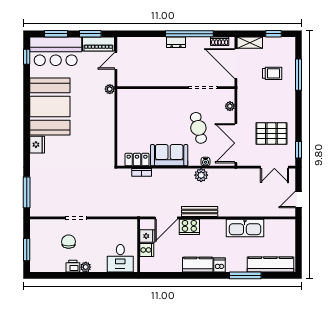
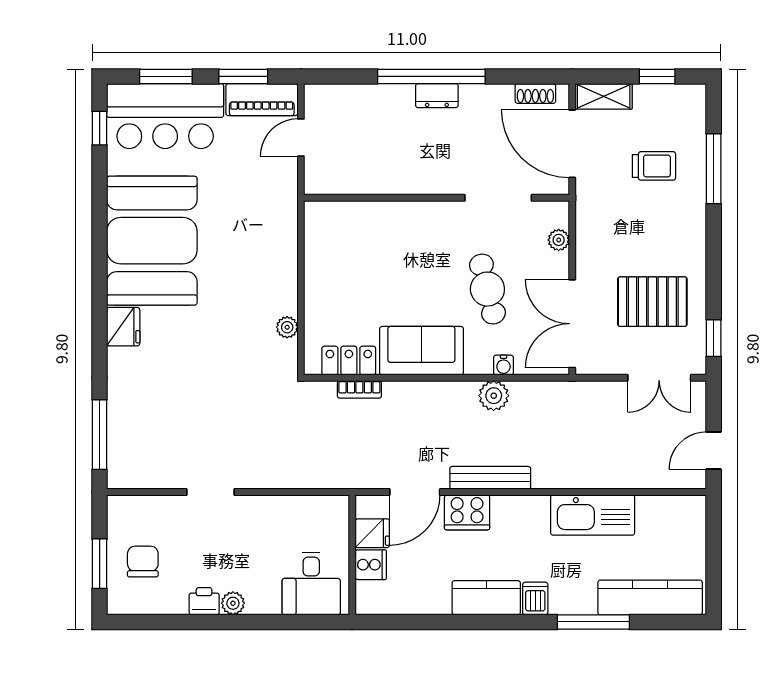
window: (189, 34) -> (431, 76), moved
plant: (110, 89) -> (287, 327), moved
chair: (69, 242) -> (143, 562), moved

